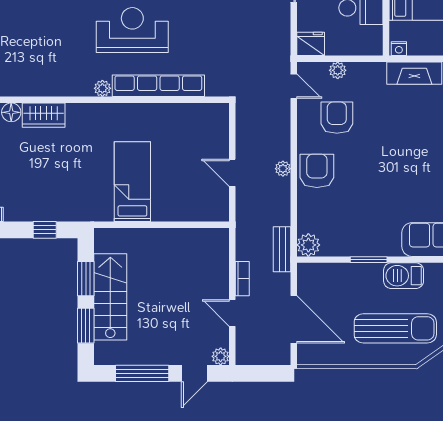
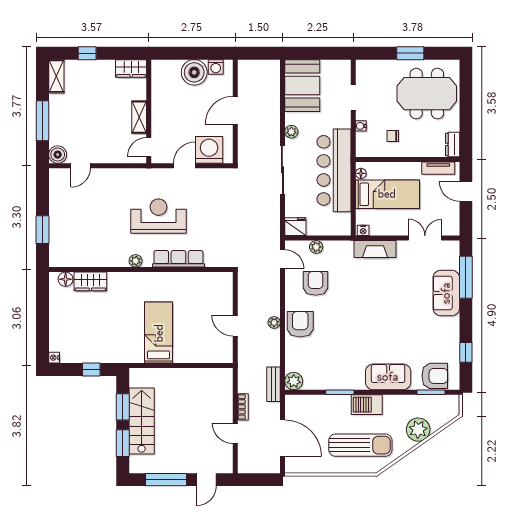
row of seats: (158, 86) -> (178, 259), width x0.73
plant: (221, 356) -> (226, 467), removed

